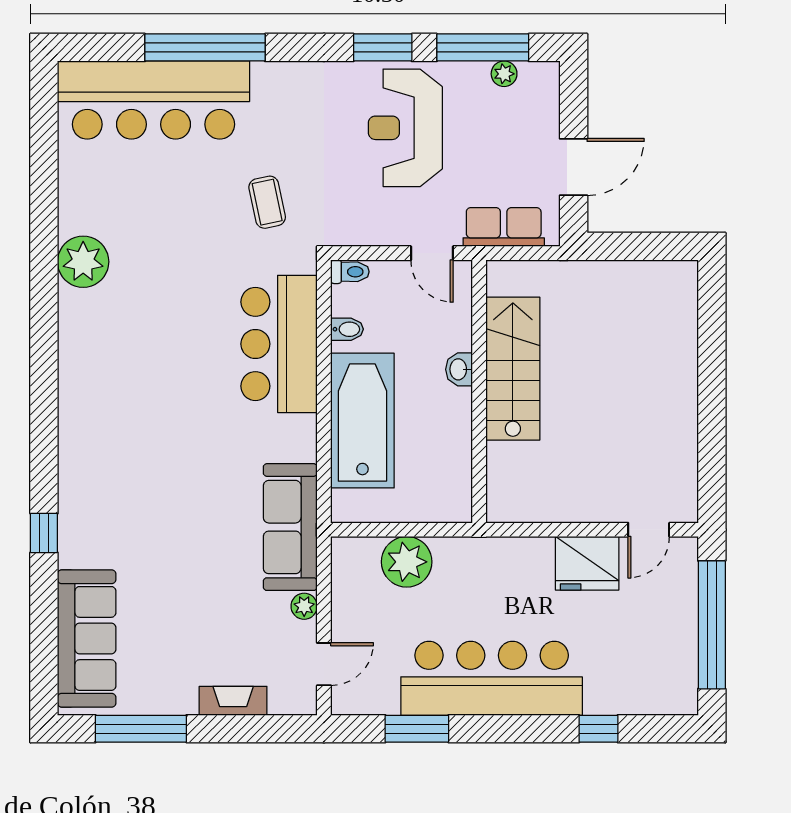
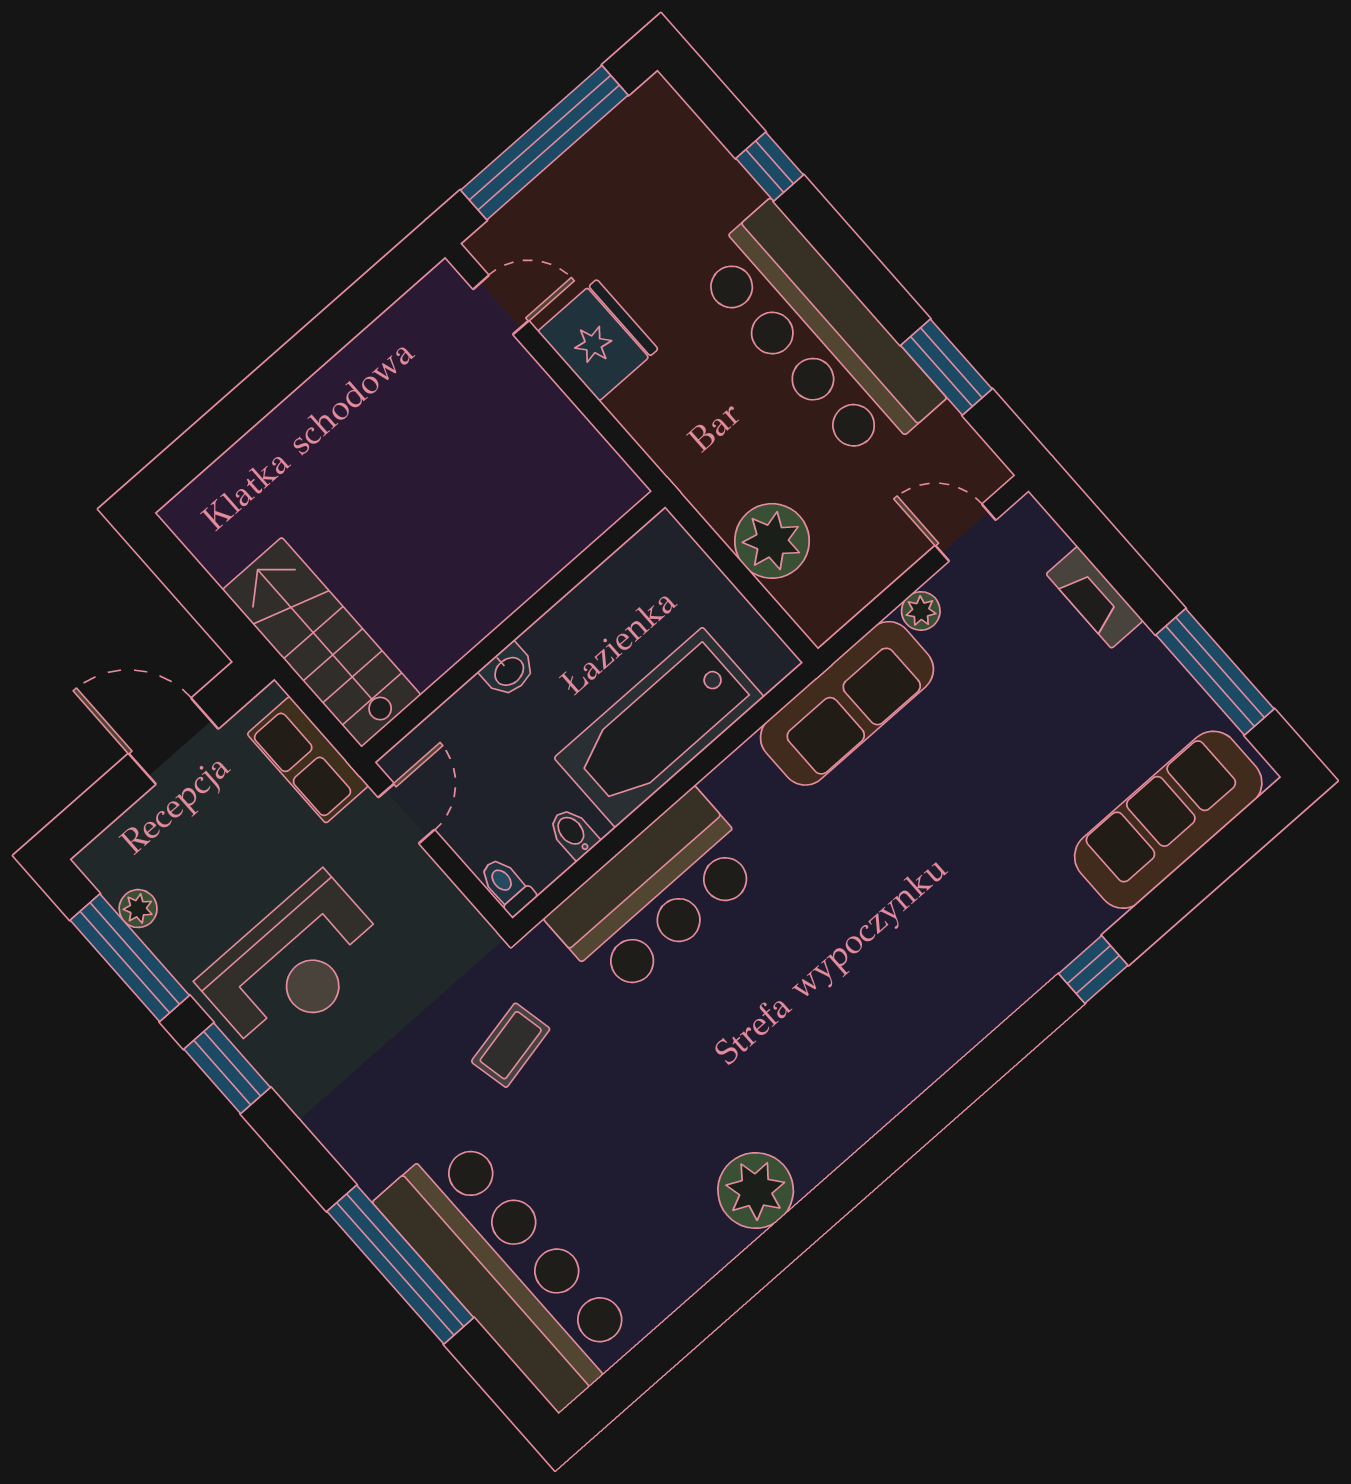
stairs: (513, 369) -> (322, 642), moved, turned 90

